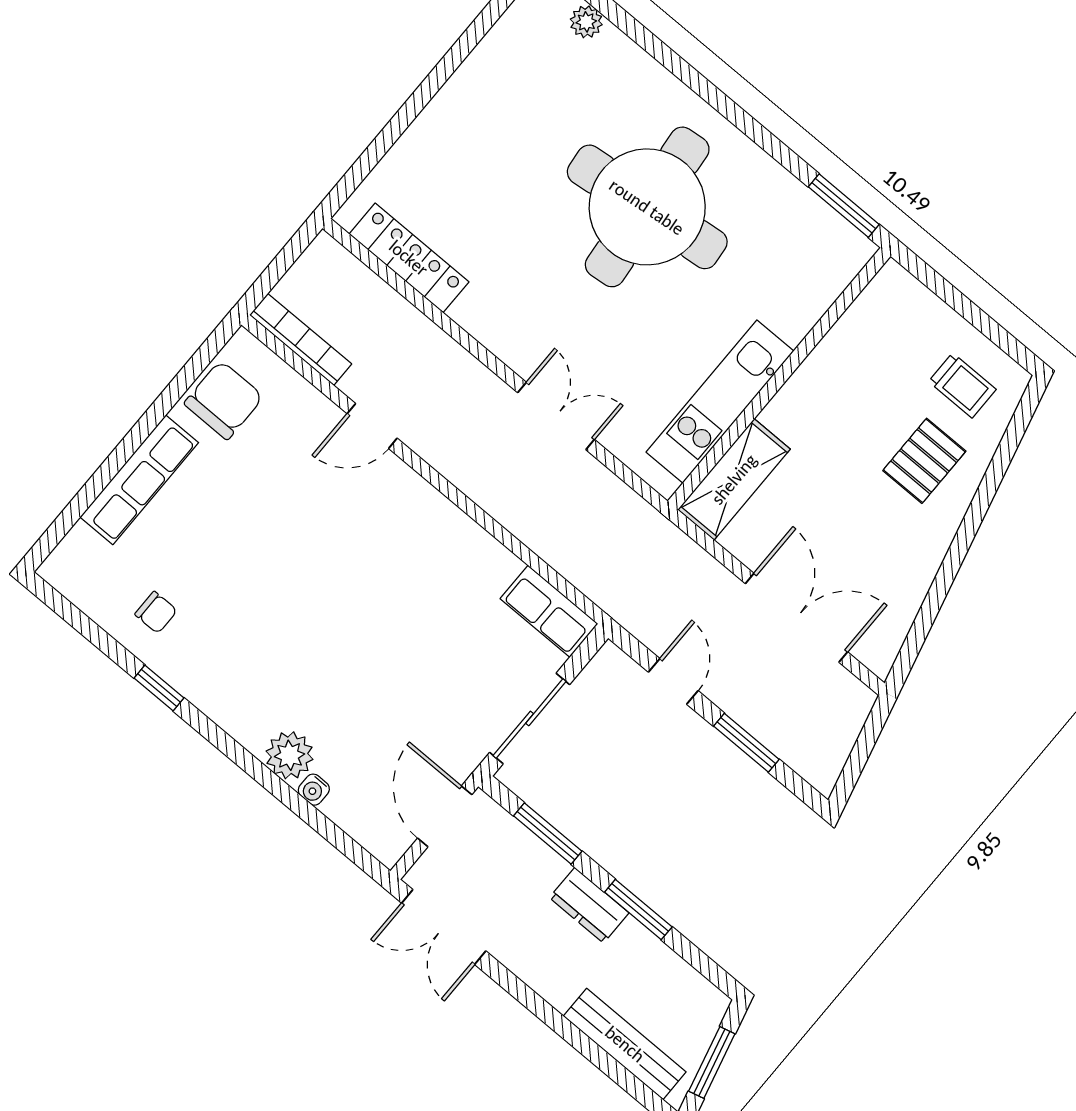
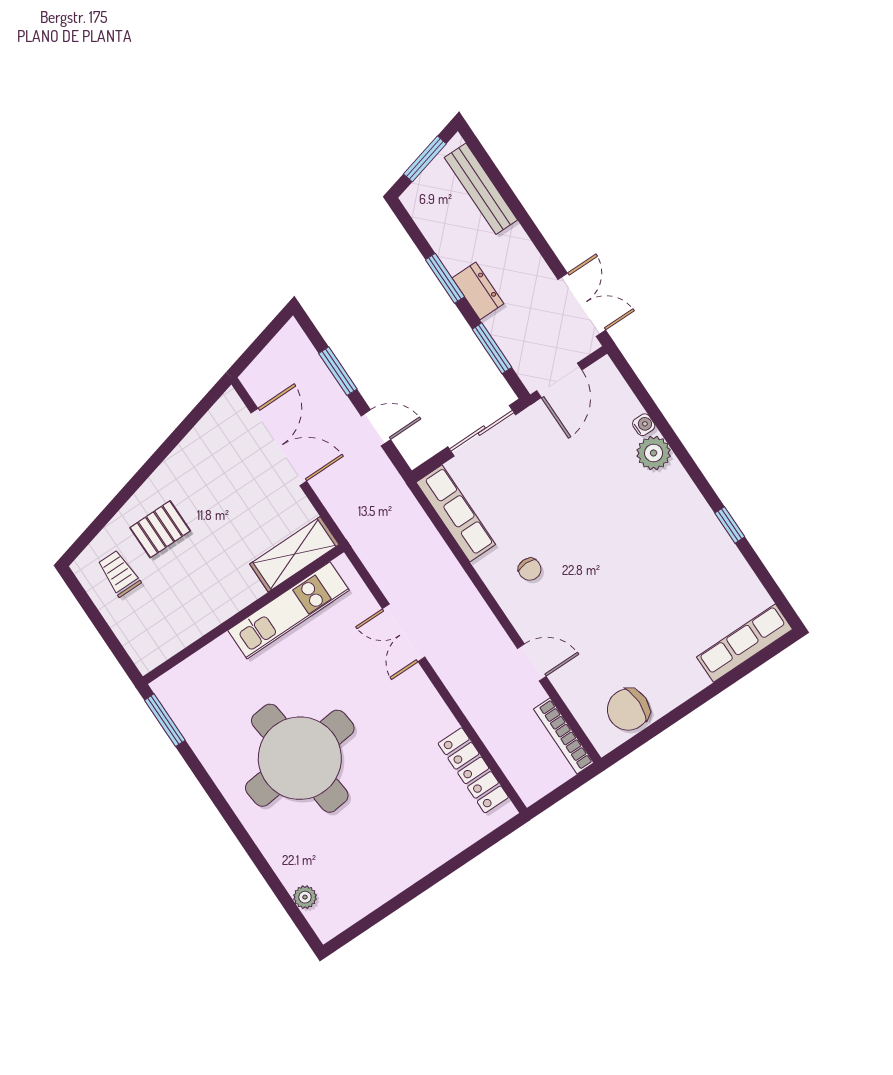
row of seats: (139, 480) -> (744, 643), moved
row of seats: (549, 611) -> (456, 513), width x1.48
chair: (156, 612) -> (530, 569), moved, turned 180
double door: (796, 618) -> (279, 447), swing flipped
door: (673, 681) -> (376, 428), swing flipped

